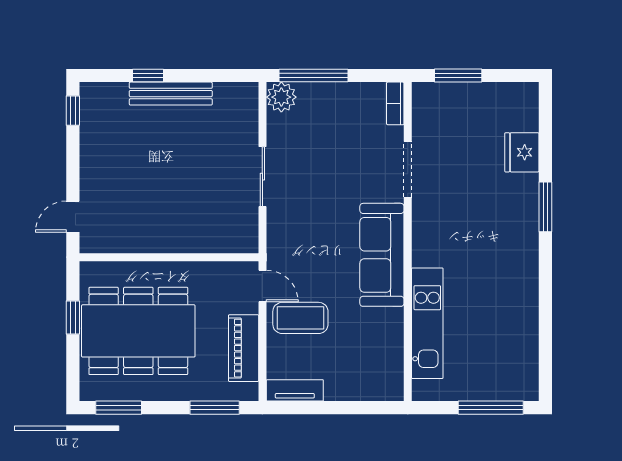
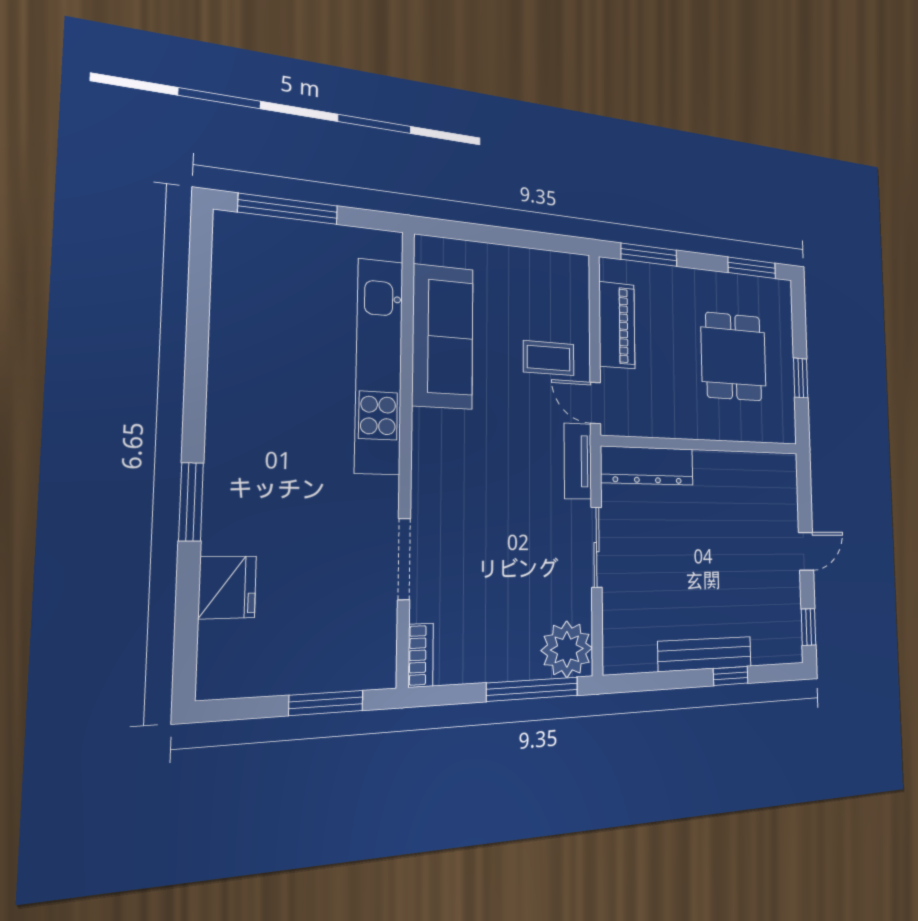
plant: (281, 97) -> (567, 649), width x1.36, depth x1.36
door: (73, 217) -> (806, 551), moved
dresser: (219, 239) -> (647, 466), added
sofa: (382, 255) -> (443, 337), moved
coffee table: (300, 318) -> (549, 358), width x0.73, depth x0.77
kitchen unit: (427, 323) -> (379, 366), width x1.36
dining table: (138, 331) -> (734, 357), width x0.53, depth x0.80
tv unit: (295, 390) -> (578, 461), moved, turned 90

